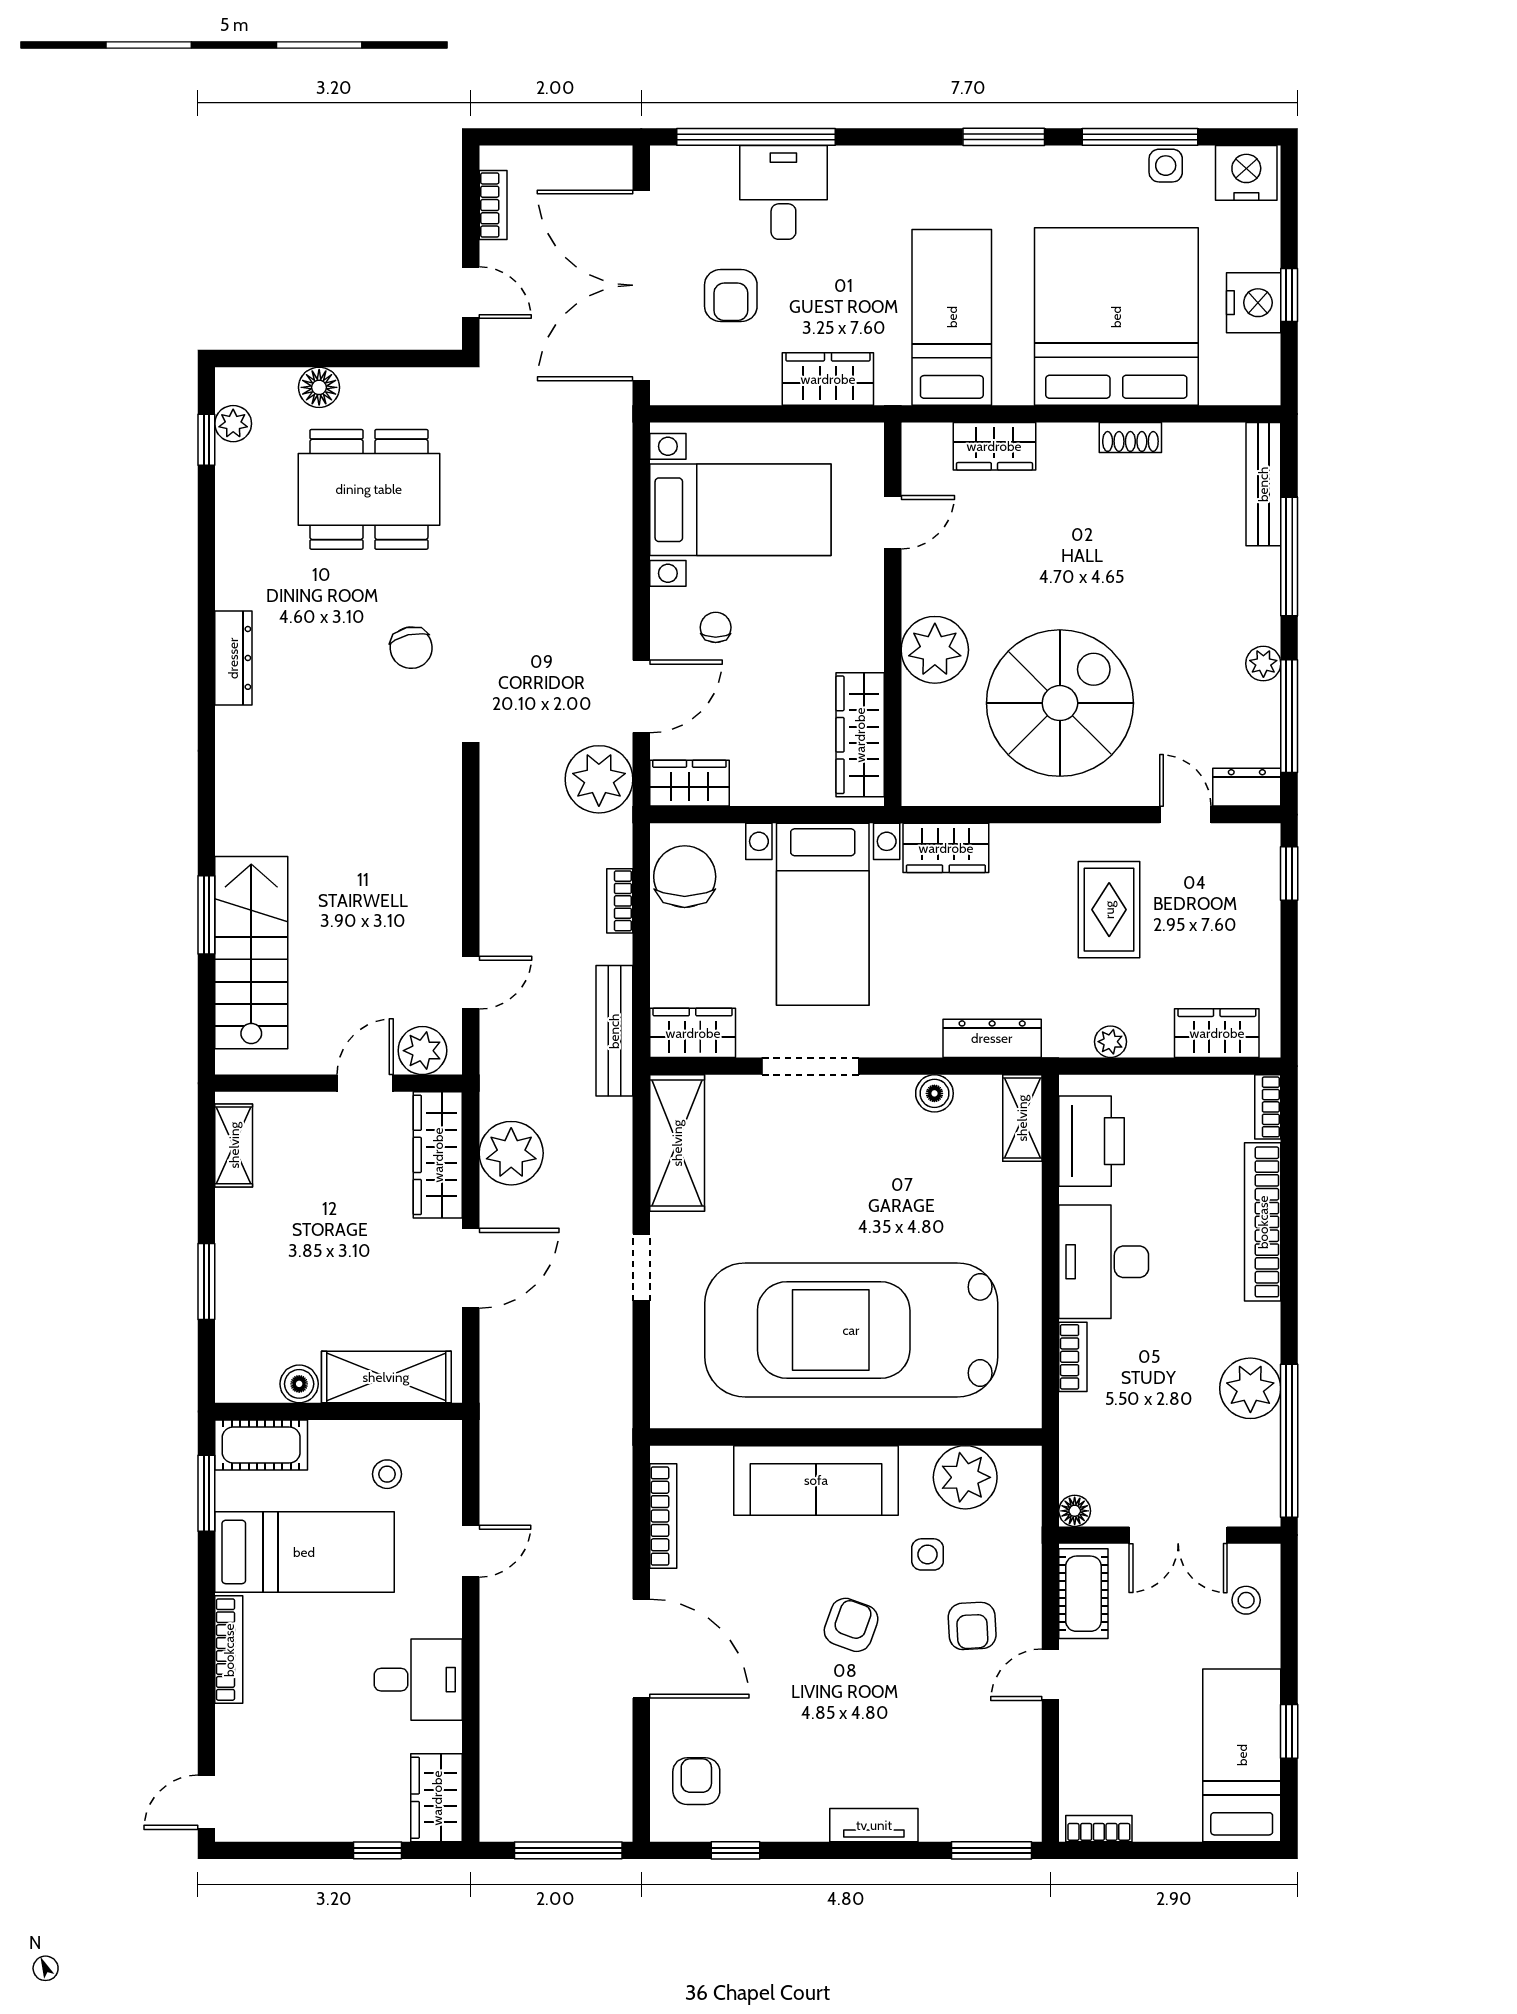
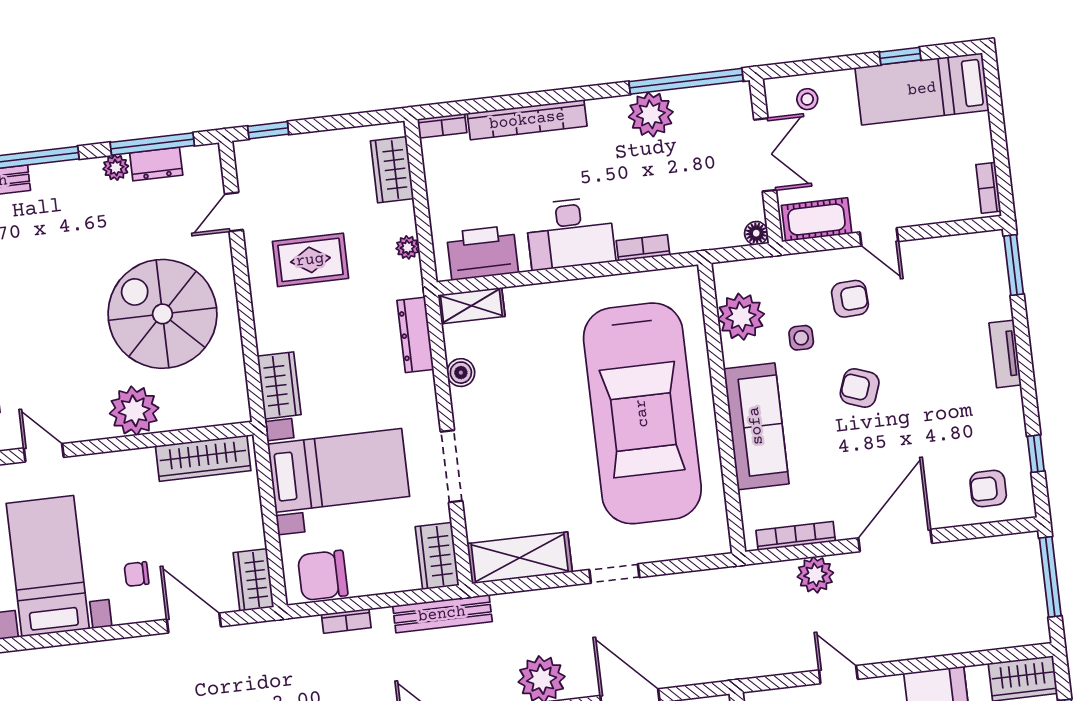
plant: (599, 779) -> (815, 575), moved, width x0.73, depth x0.73
dresser: (1247, 787) -> (156, 164), moved, turned -90

